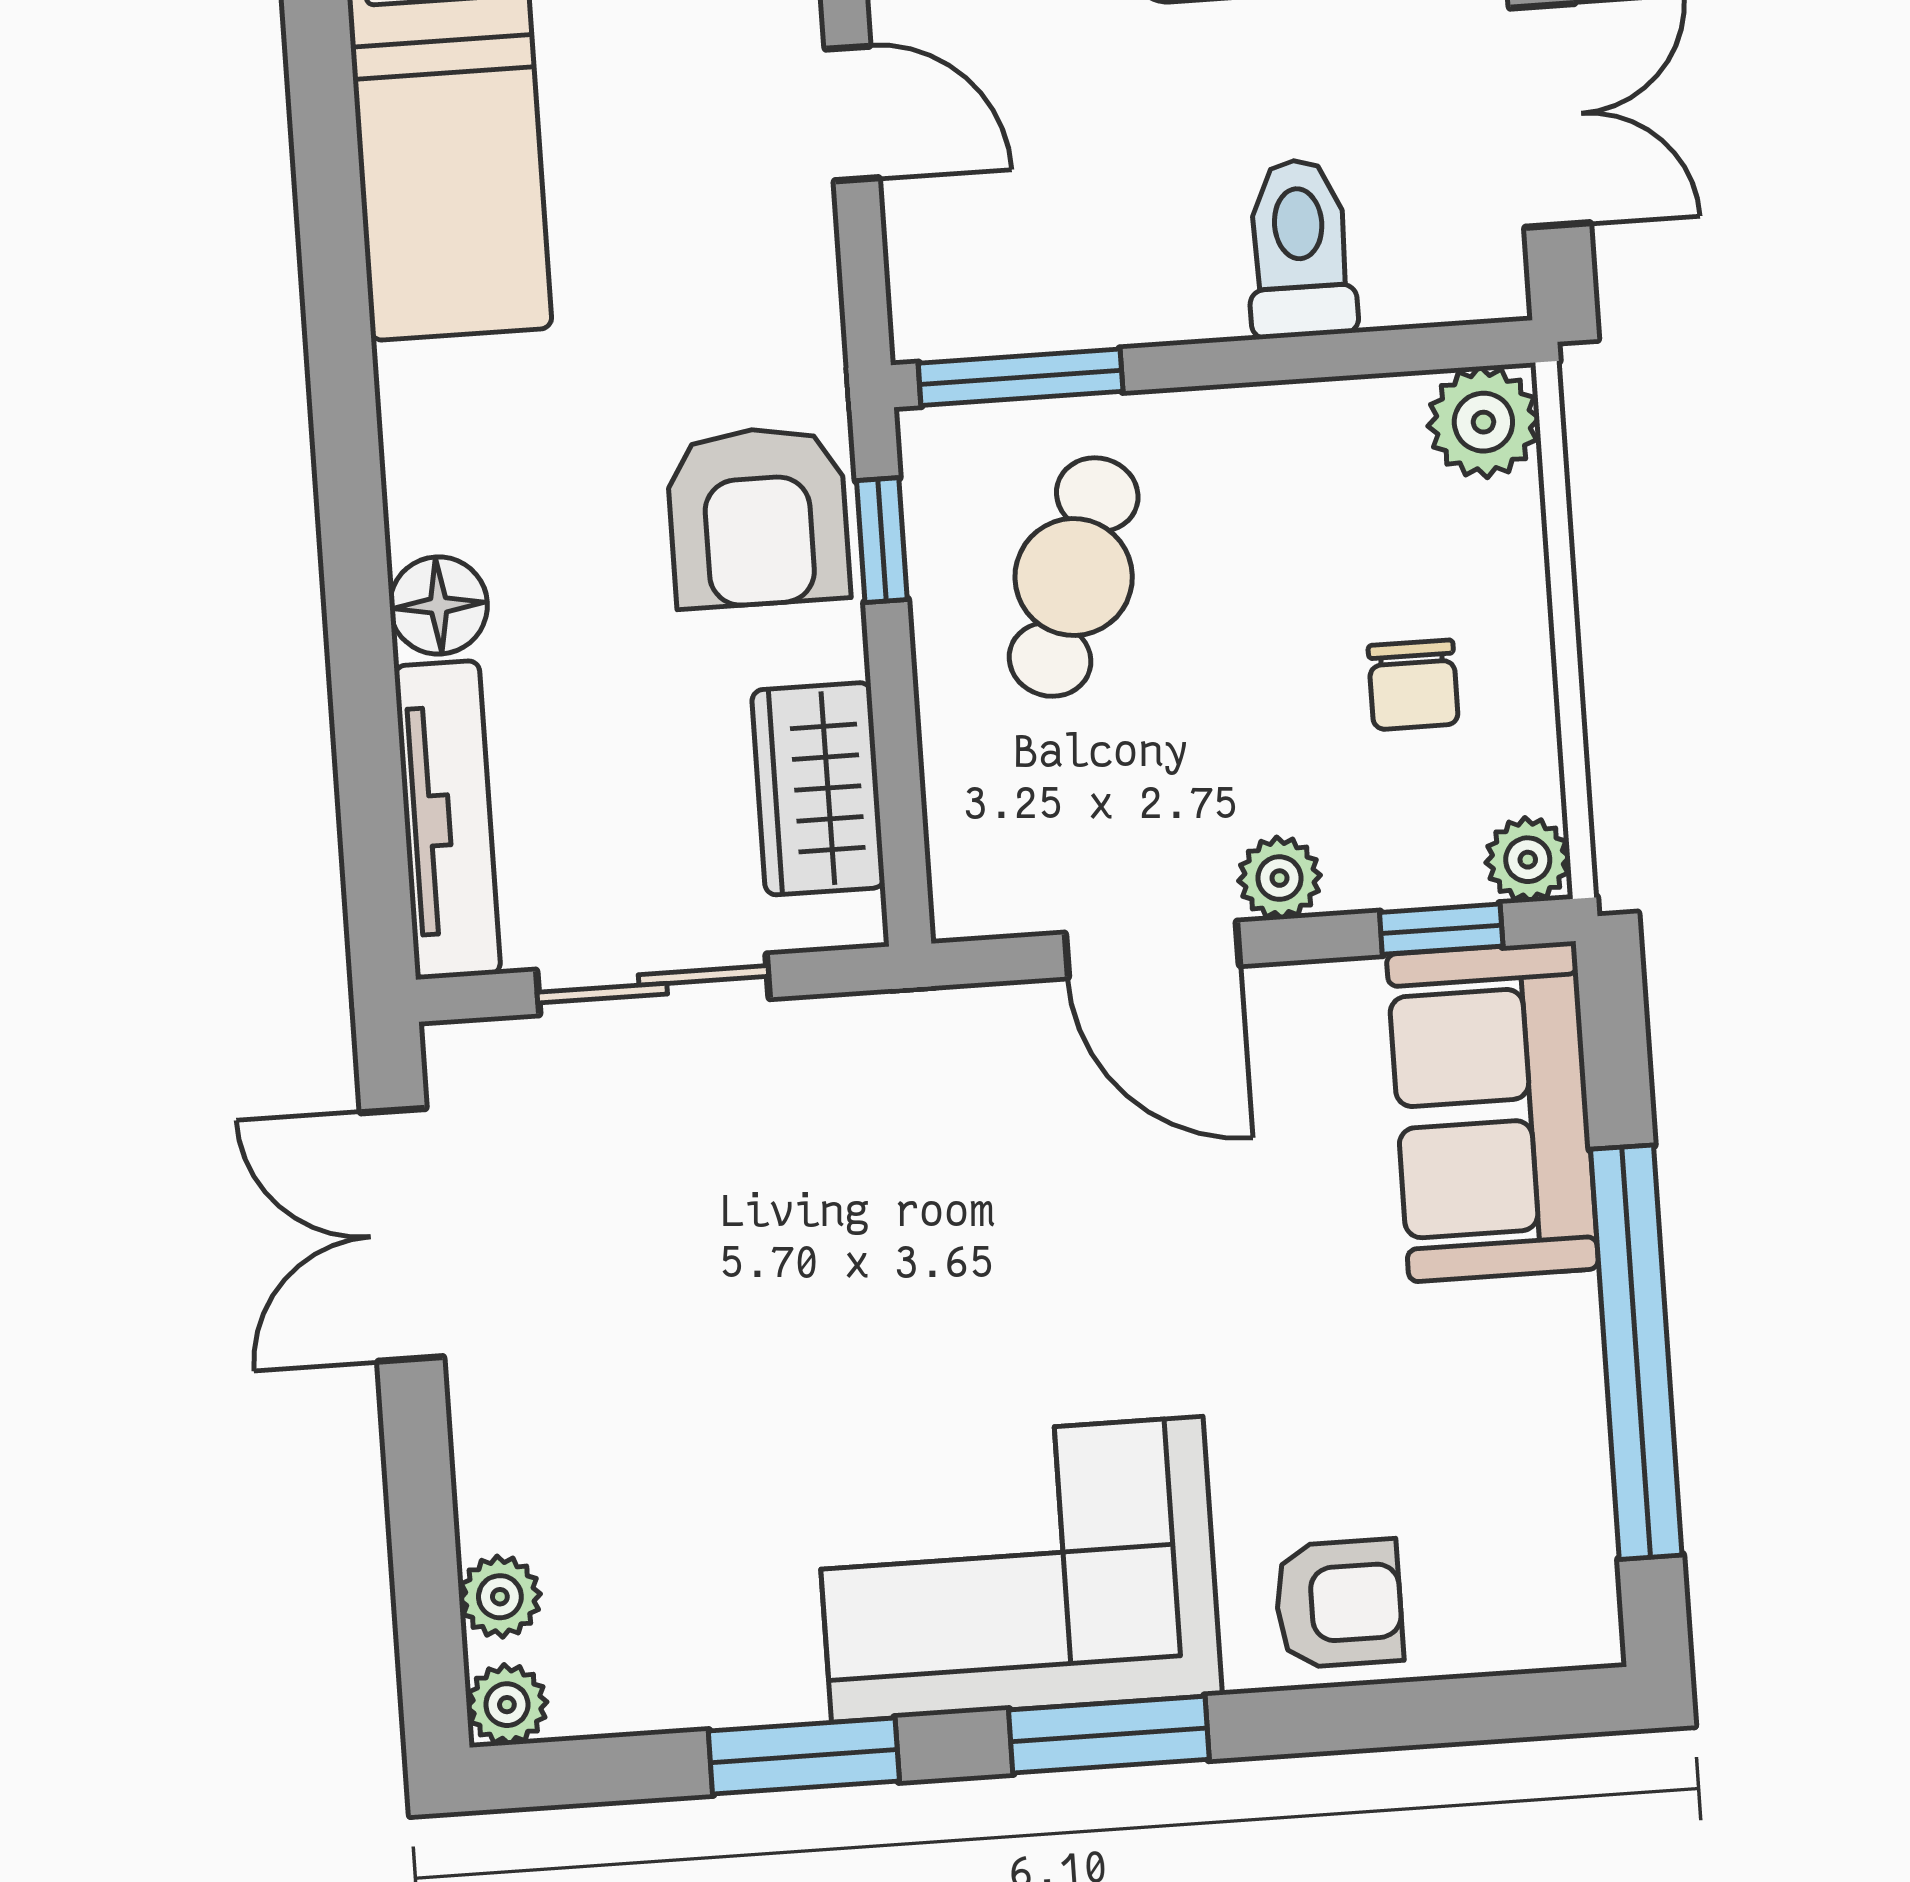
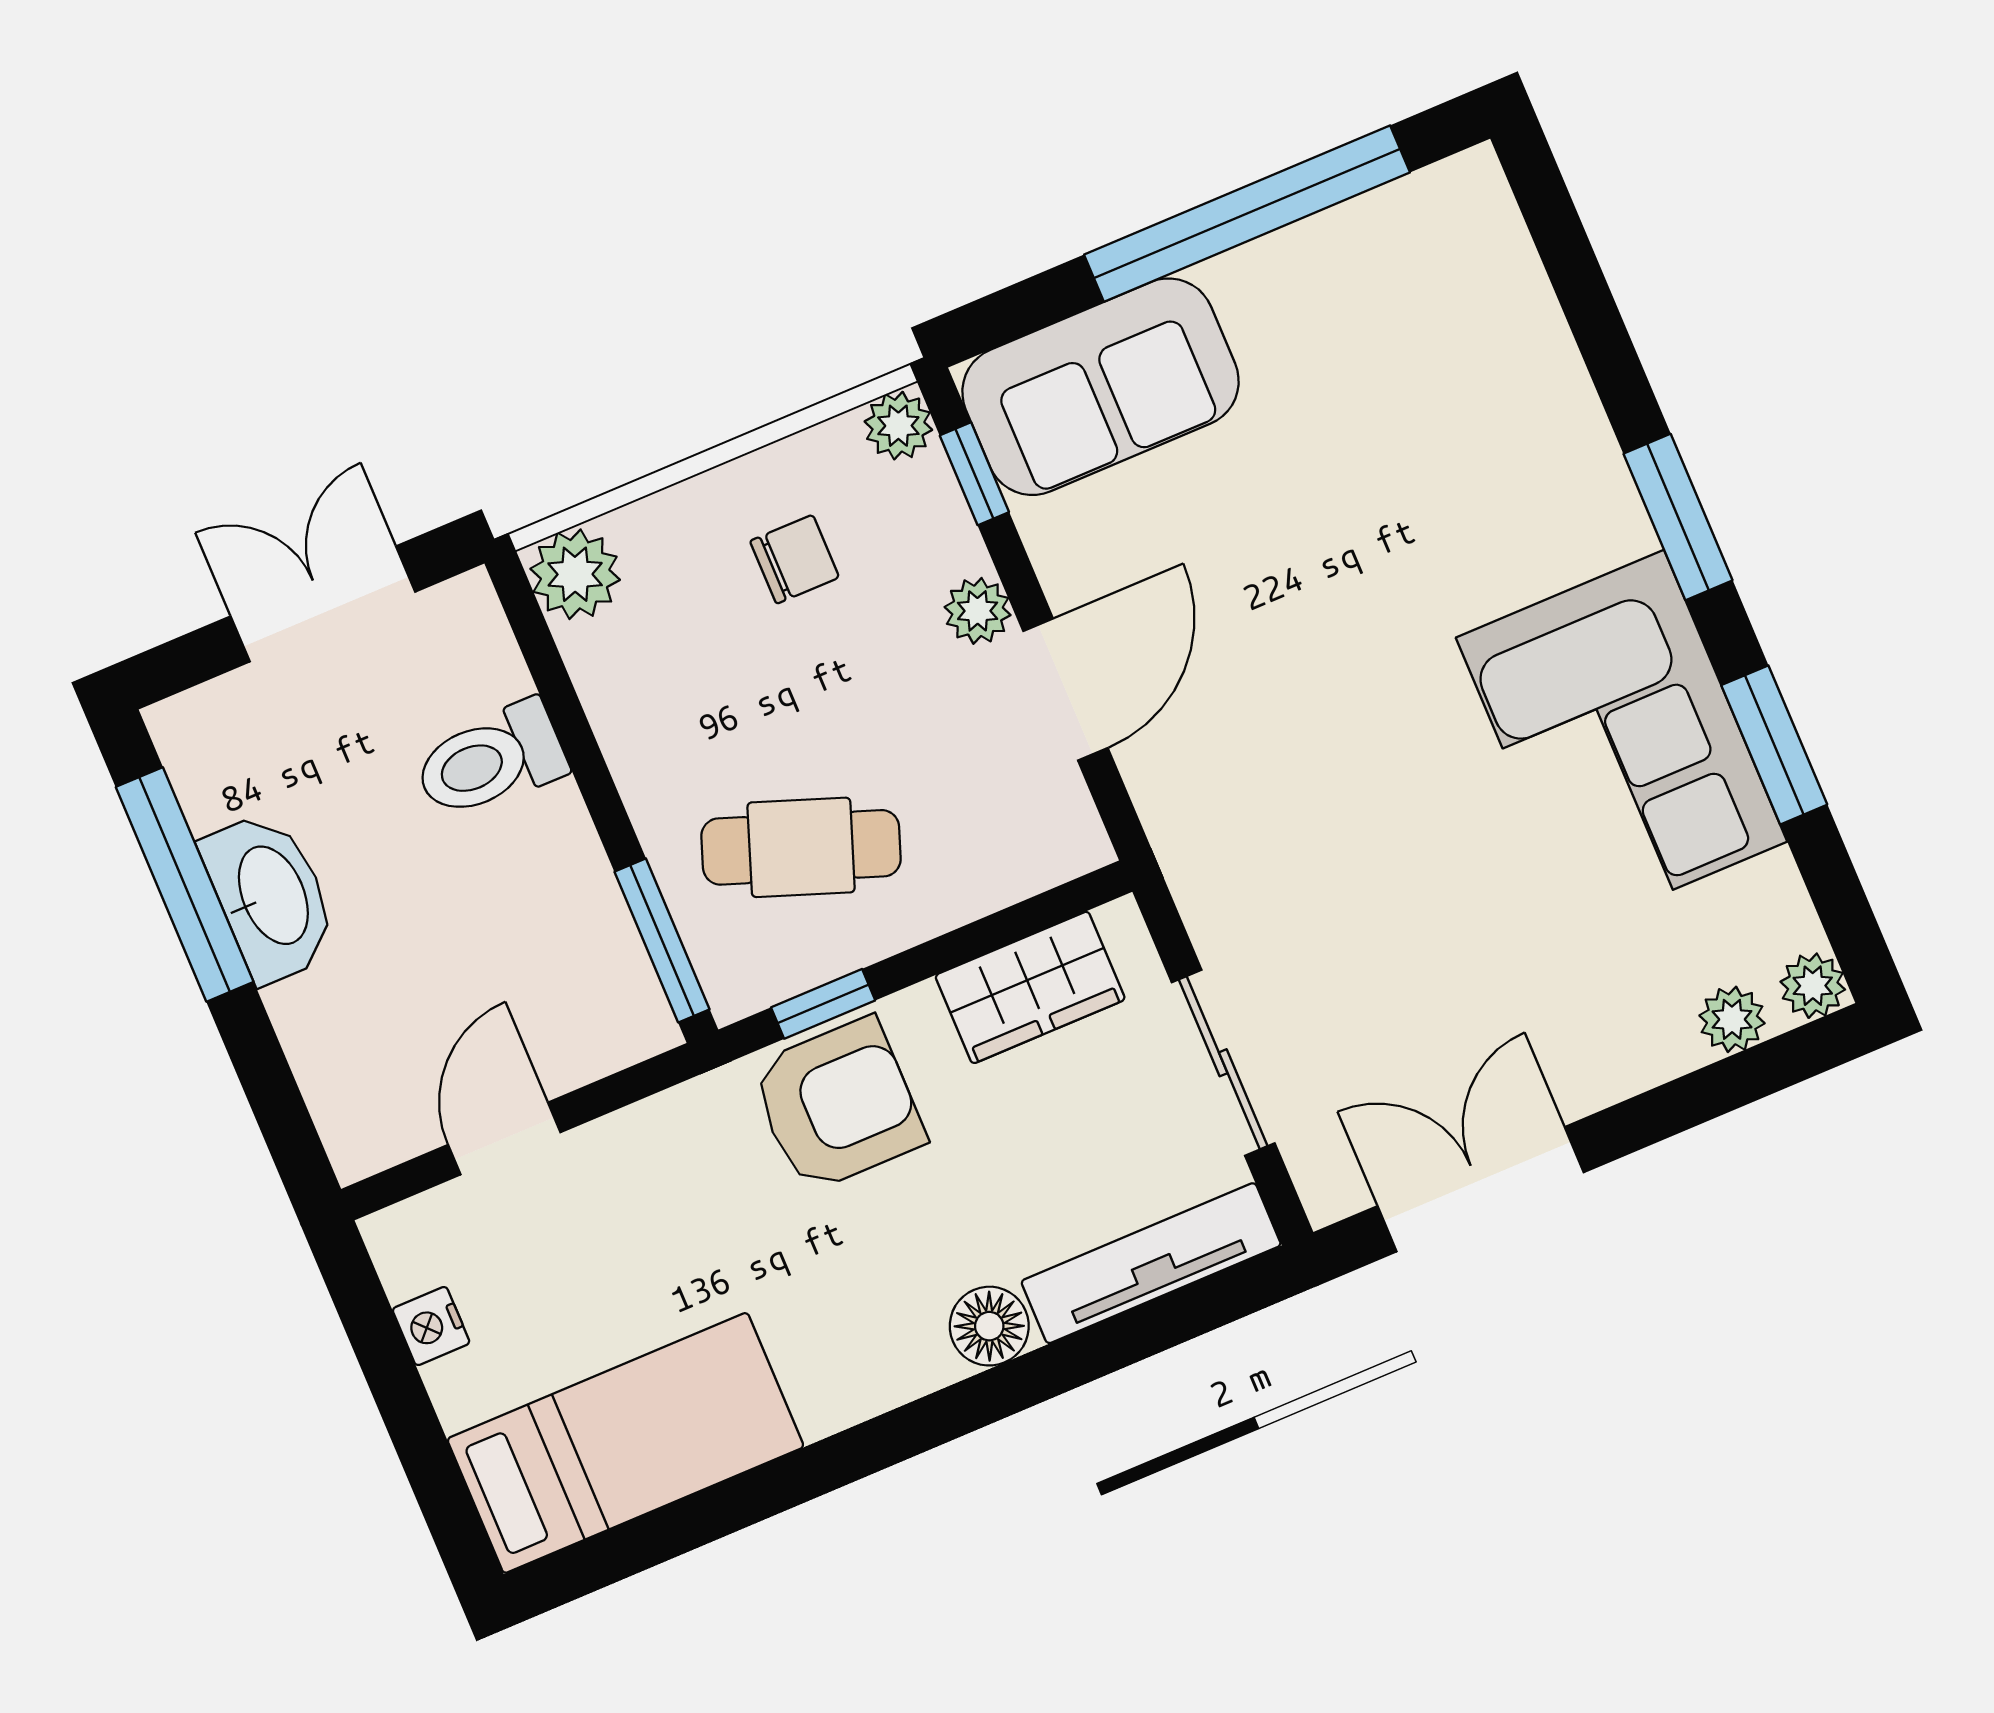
double door: (402, 1235) -> (1481, 1189), swing flipped
corner sofa: (1017, 1569) -> (1622, 740), moved
armchair: (1339, 1604) -> (1517, 375), removed

